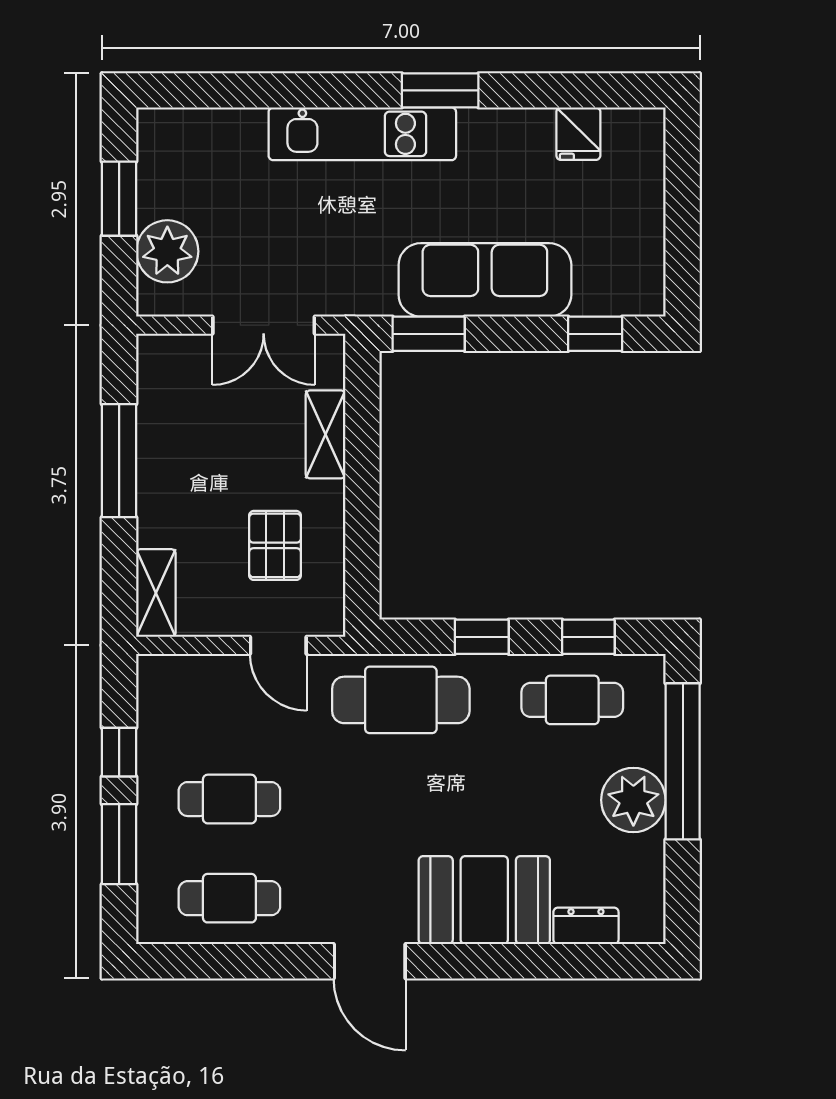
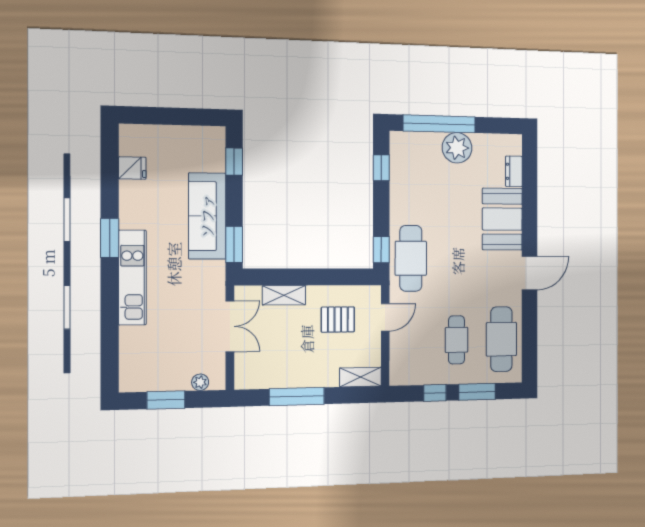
plant: (167, 251) -> (200, 382), width x0.53, depth x0.53
window: (482, 637) -> (381, 250), moved
cafe table: (572, 700) -> (411, 176), removed
cafe table: (229, 898) -> (501, 339), width x1.37, depth x1.35

